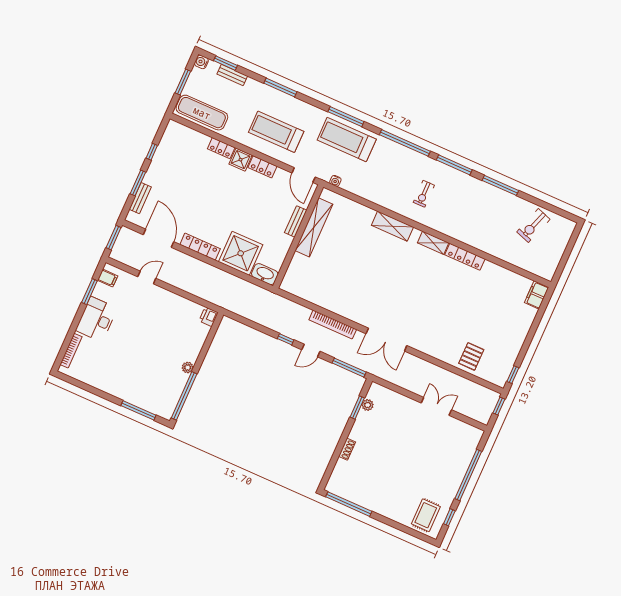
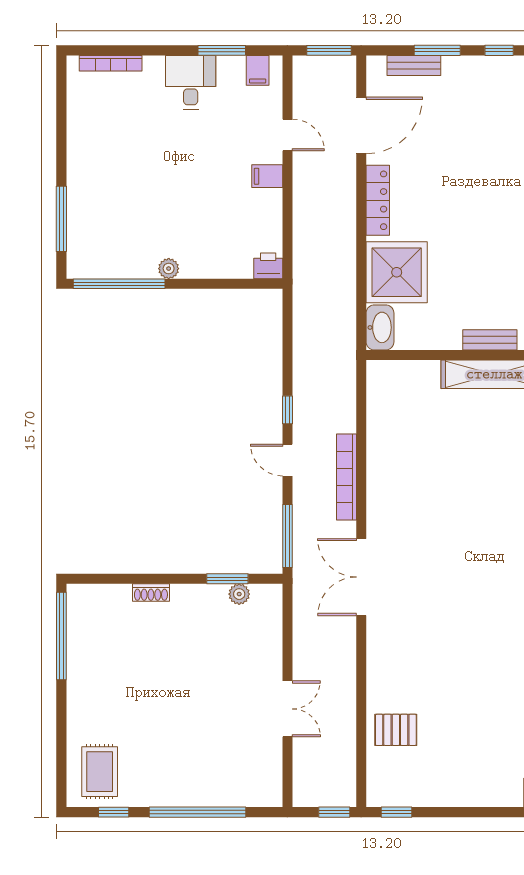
filing cabinet: (163, 297) -> (267, 176), added
desk: (96, 319) -> (191, 82), width x0.73
rug: (426, 515) -> (100, 772), turned 90

